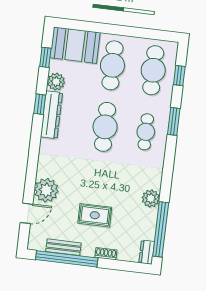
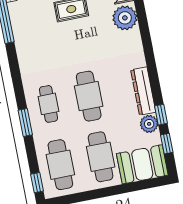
window: (179, 76) -> (37, 183), moved
window: (40, 104) -> (161, 115), moved
plant: (151, 198) -> (23, 42), removed

